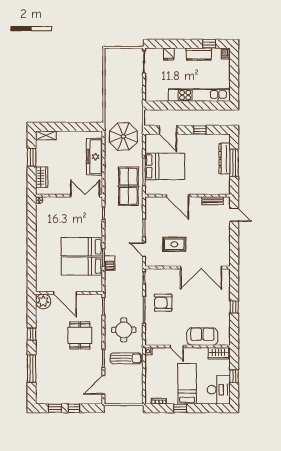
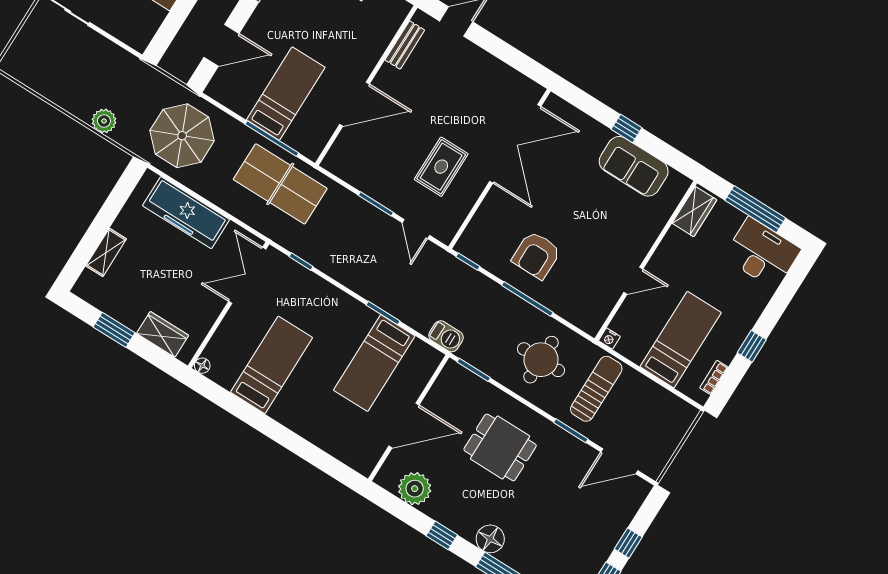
plant: (110, 103) -> (104, 121), added
shelving: (46, 135) -> (106, 252), moved
bed: (165, 166) -> (286, 94), width x0.67
bed: (82, 247) -> (272, 365), moved, turned 180
door: (144, 250) -> (416, 229), hinge flipped
barbecue: (110, 263) -> (446, 336), moved
plant: (43, 301) -> (415, 489), moved
sofa: (202, 337) -> (634, 166), moved, turned -90
floor lamp: (42, 354) -> (490, 539), added
window: (234, 376) -> (755, 209), width x2.17
bed: (187, 384) -> (681, 340), moved, turned 90
door: (103, 385) -> (619, 461), hinge flipped

